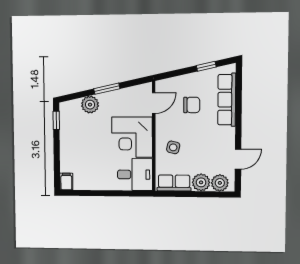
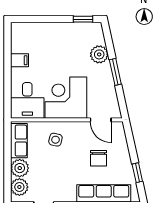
filing cabinet: (66, 181) -> (20, 60), moved

